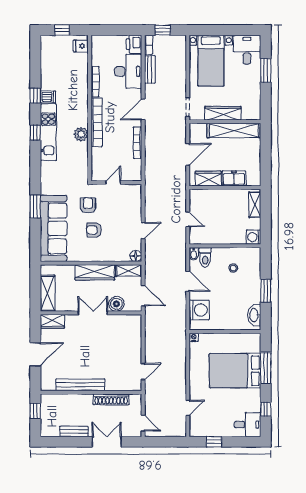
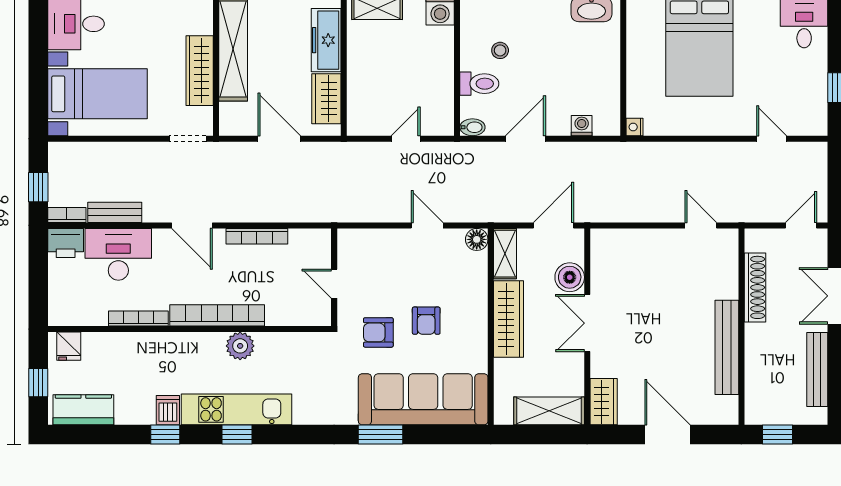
kitchen counter: (48, 53) -> (83, 410), added
freezer: (234, 178) -> (326, 40), width x1.40
toilet: (205, 257) -> (479, 84), moved
washing machine: (199, 310) -> (582, 126), width x0.53, depth x0.53
bench: (74, 431) -> (817, 370), width x1.36

